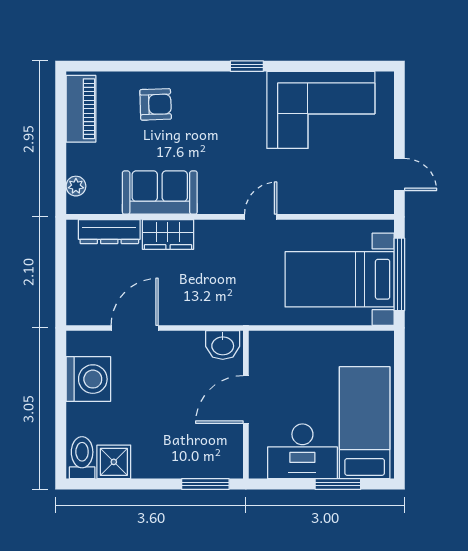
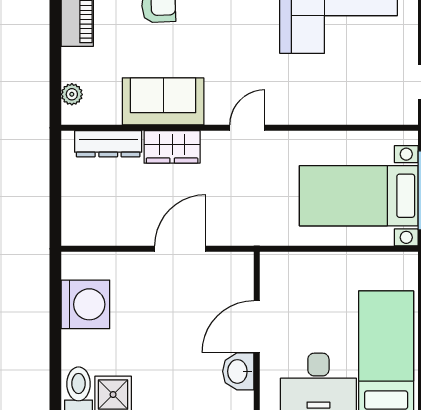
door: (261, 217) -> (247, 128), moved
door: (135, 328) -> (180, 249), moved
washbasin: (223, 345) -> (238, 371), moved, turned 90

